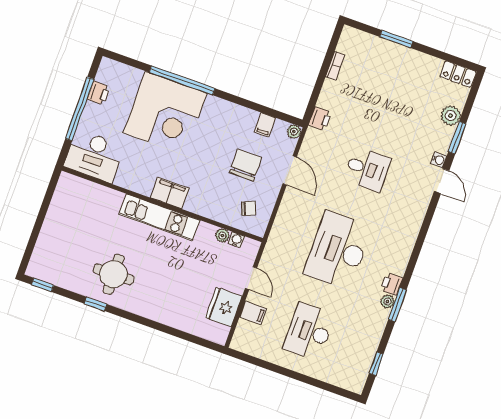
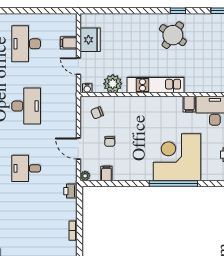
chair: (246, 165) -> (110, 141), width x0.54, depth x0.54
filing cabinet: (170, 193) -> (189, 104), moved, width x0.50
plant: (222, 235) -> (113, 84), width x1.88, depth x1.88
water cooler: (236, 240) -> (87, 88), moved
desk: (338, 250) -> (26, 106), width x0.73, depth x0.77
round table: (113, 274) -> (173, 35), turned 36
desk: (309, 332) -> (26, 44), turned 180

